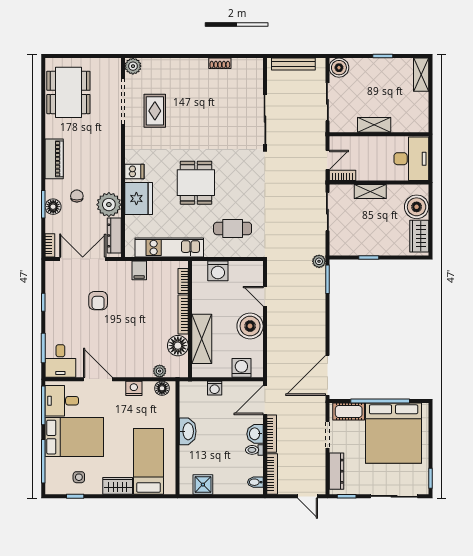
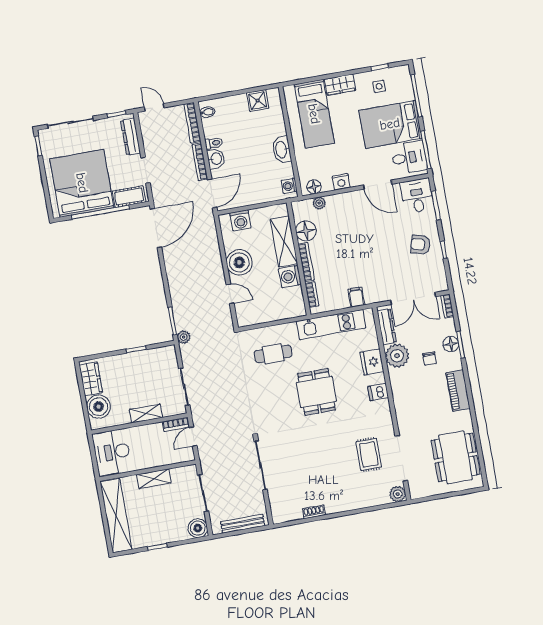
shelving: (421, 75) -> (116, 516), width x2.20, depth x1.33
fridge: (139, 199) -> (372, 362), width x0.73, depth x0.75
washing machine: (218, 271) -> (290, 276), moved, turned -90
armchair: (98, 301) -> (420, 245), moved, turned -74
washing machine: (215, 388) -> (289, 186), moved, turned -90

